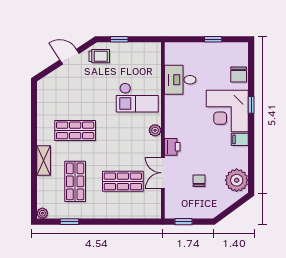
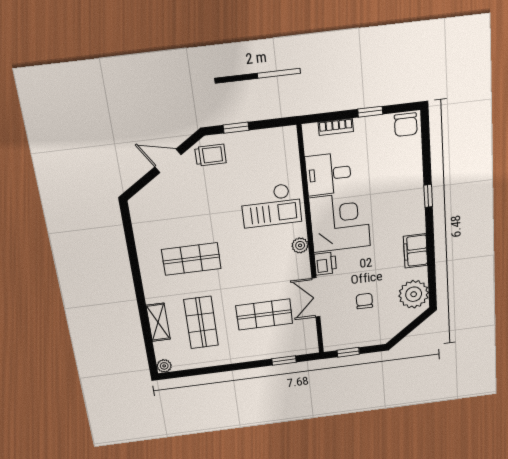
bookcase: (188, 47) -> (336, 127), added
chair: (239, 74) -> (406, 125), moved
corner desk: (227, 111) -> (340, 222), moved, turned 180
filing cabinet: (240, 139) -> (416, 251), width x2.00
shelving: (44, 160) -> (158, 322), moved
window: (69, 222) -> (284, 361), moved

